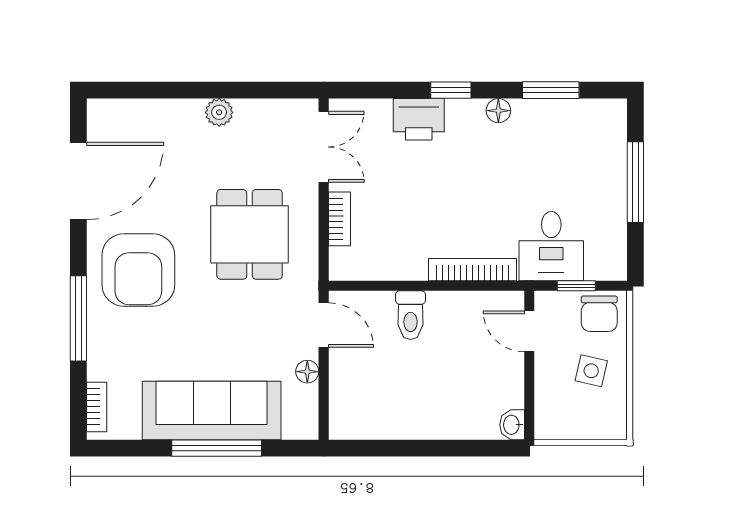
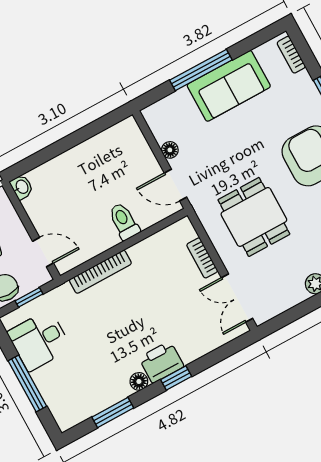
printer: (419, 119) -> (161, 362), moved
desk: (551, 246) -> (39, 340), moved, turned -90
sofa: (212, 410) -> (229, 86), width x0.73

